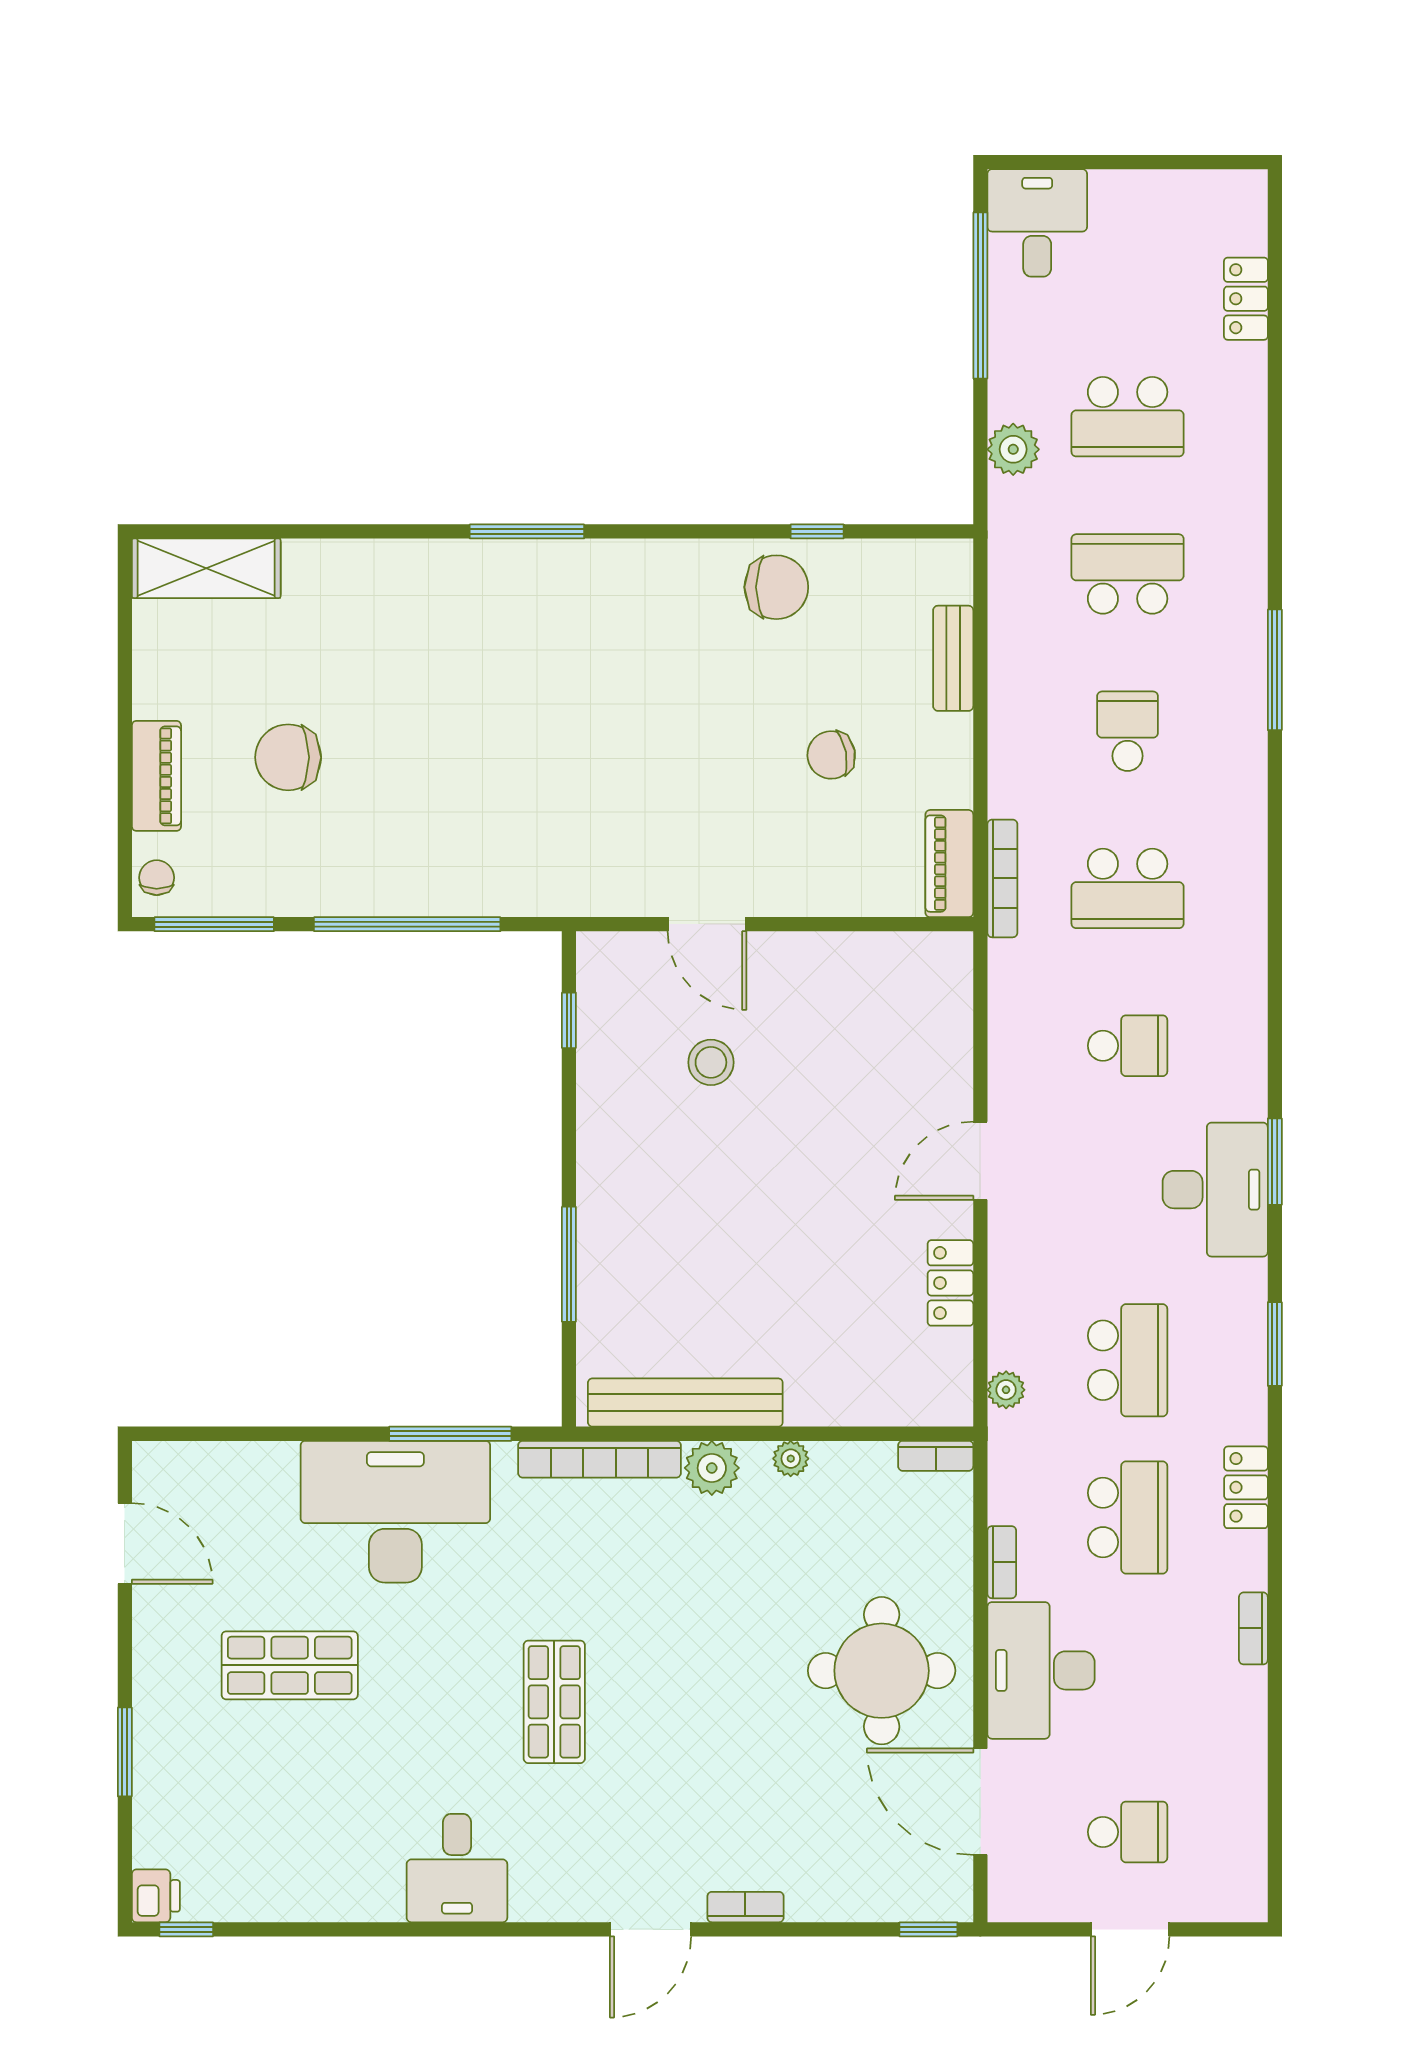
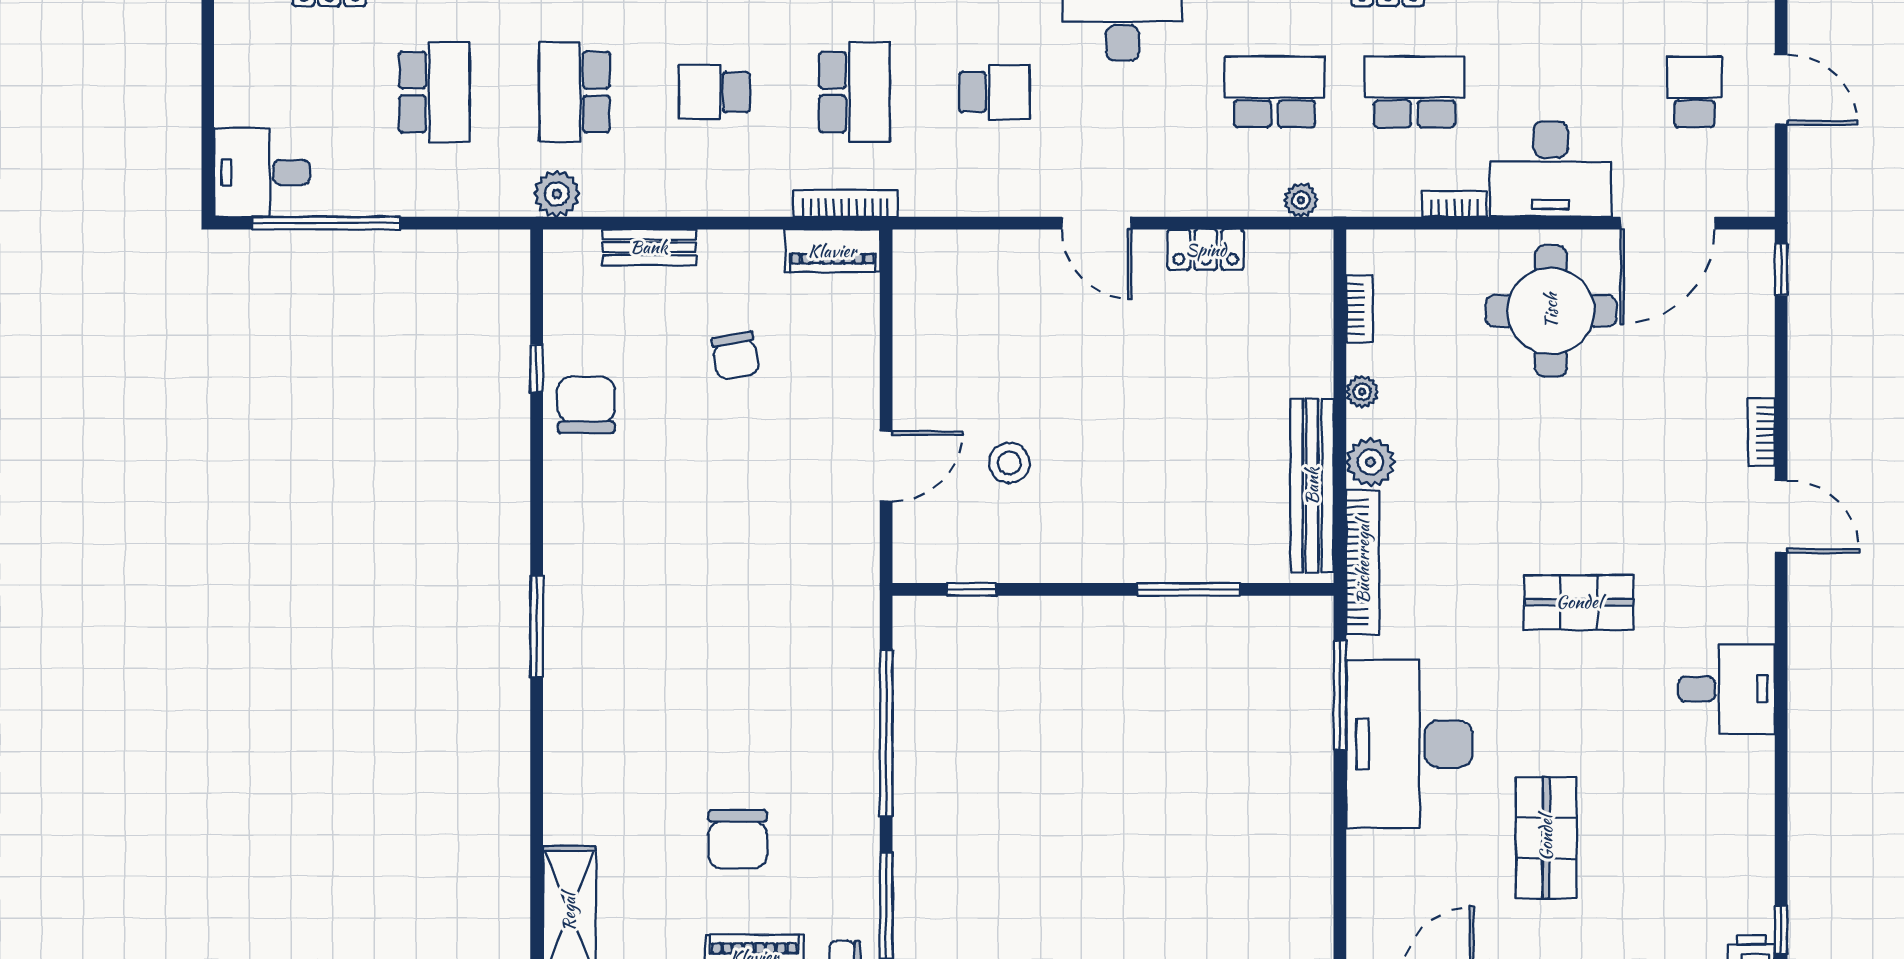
plant: (1013, 449) -> (557, 194), moved
school desk: (1128, 1046) -> (994, 92), turned 90
bookcase: (936, 1456) -> (1360, 309), moved

